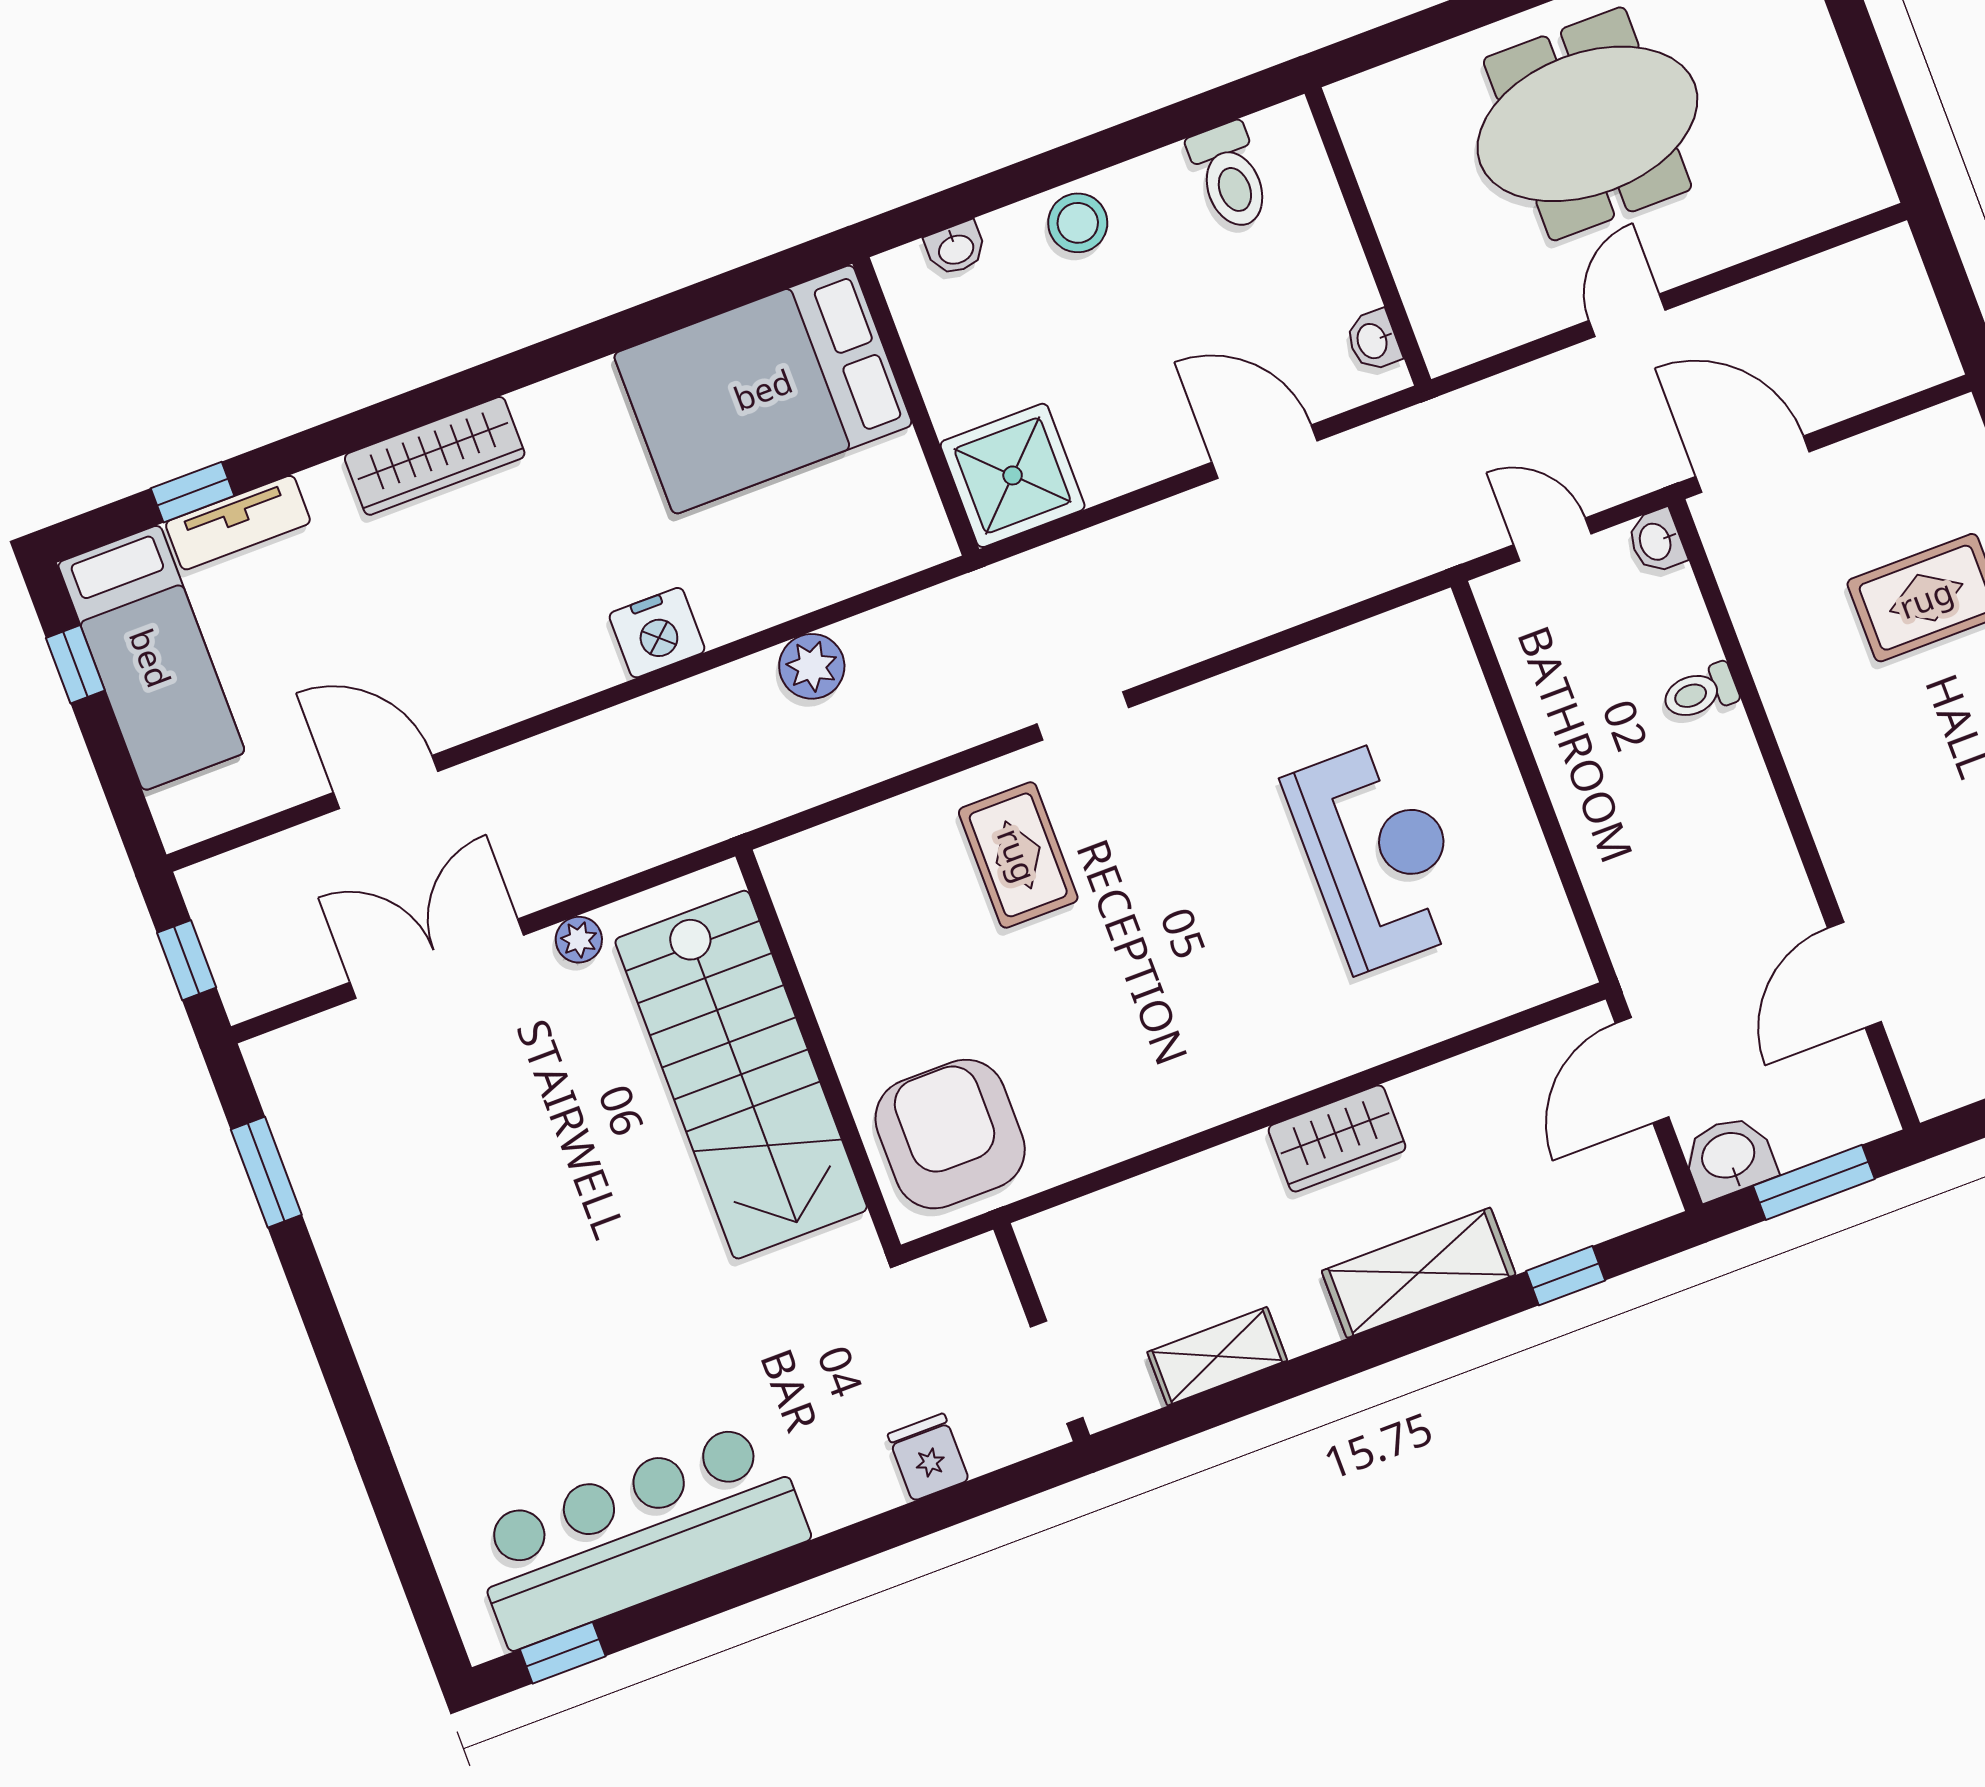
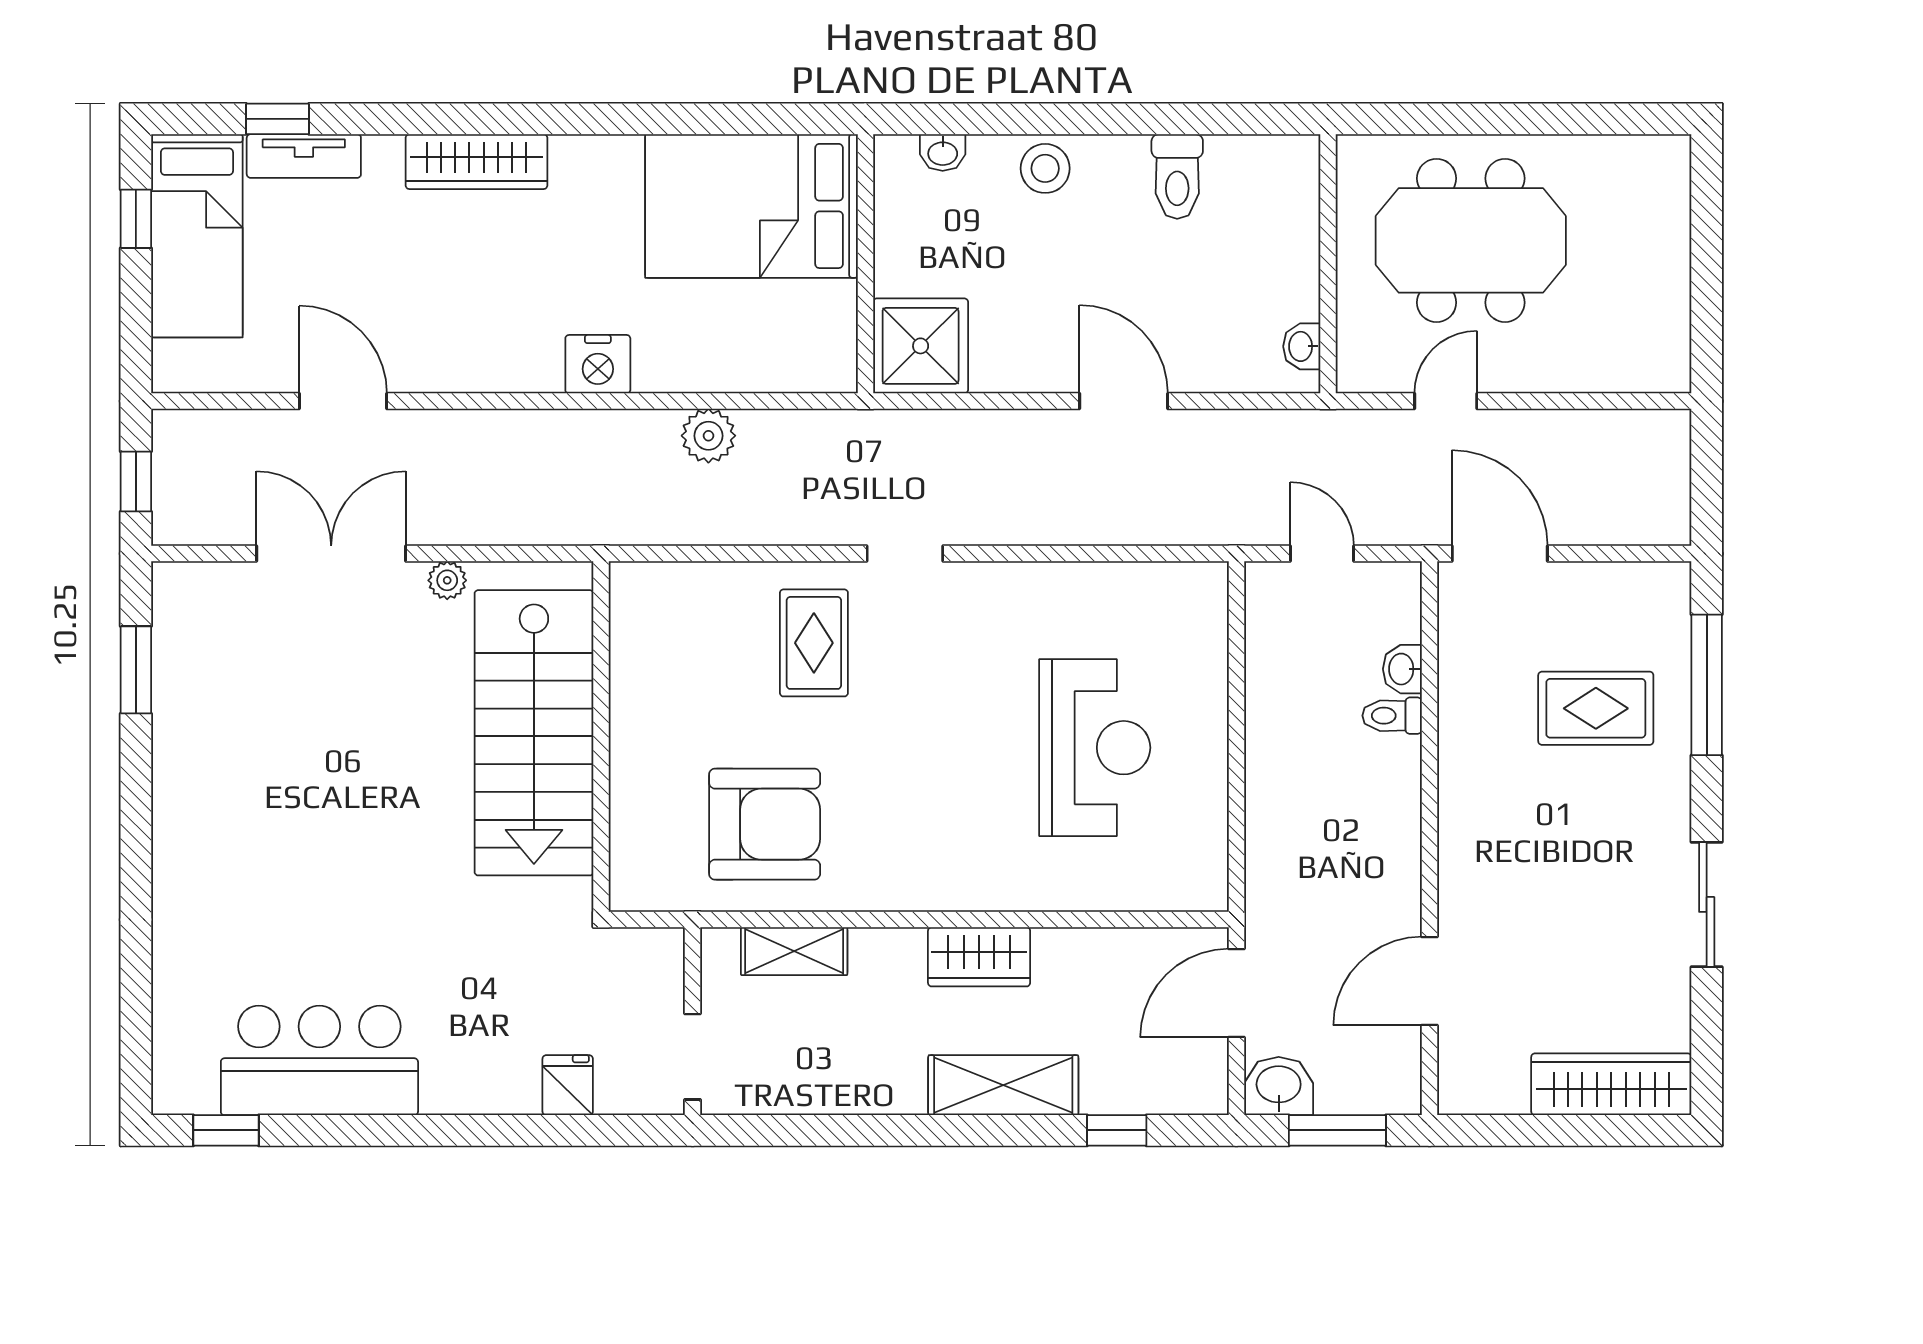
wall: (1368, 236) -> (1328, 264), moved
washbasin: (1373, 341) -> (1302, 346), moved
washbasin: (1656, 541) -> (1402, 669), moved
armchair: (950, 1134) -> (765, 824), moved, turned 90
shelving: (1217, 1356) -> (794, 951), moved
bar counter: (638, 1534) -> (319, 1060), width x0.73

